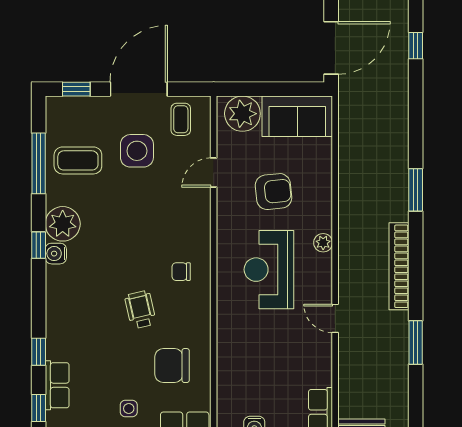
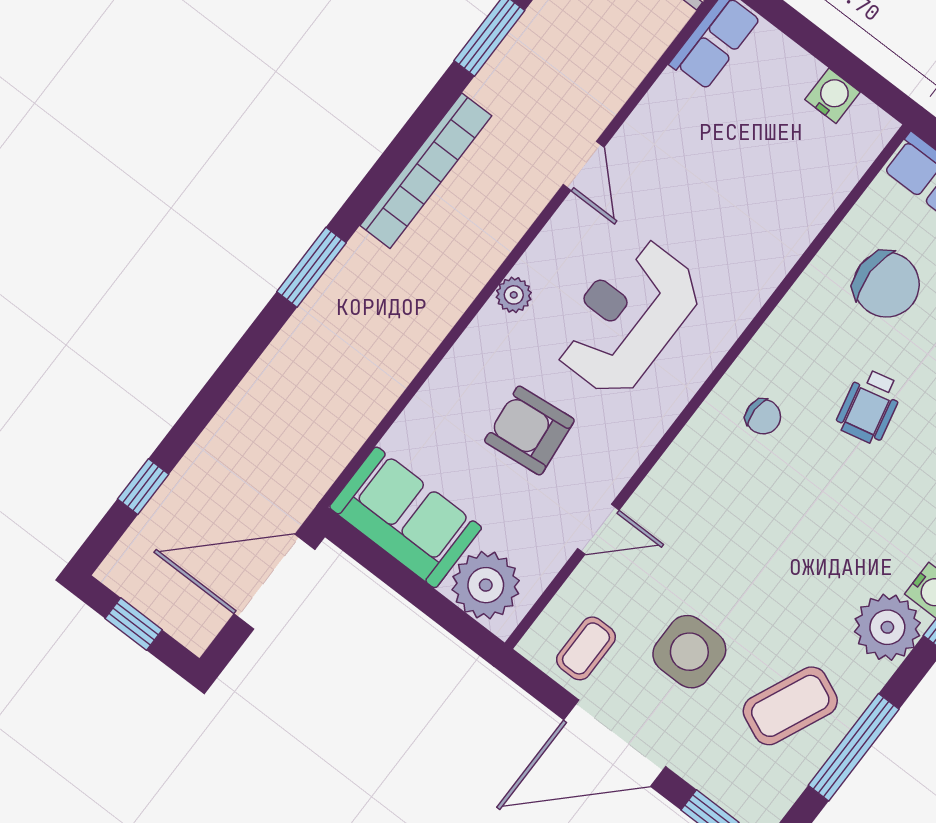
coffee table: (78, 160) -> (790, 706), turned -66
reception desk: (269, 270) -> (627, 317), turned 180

